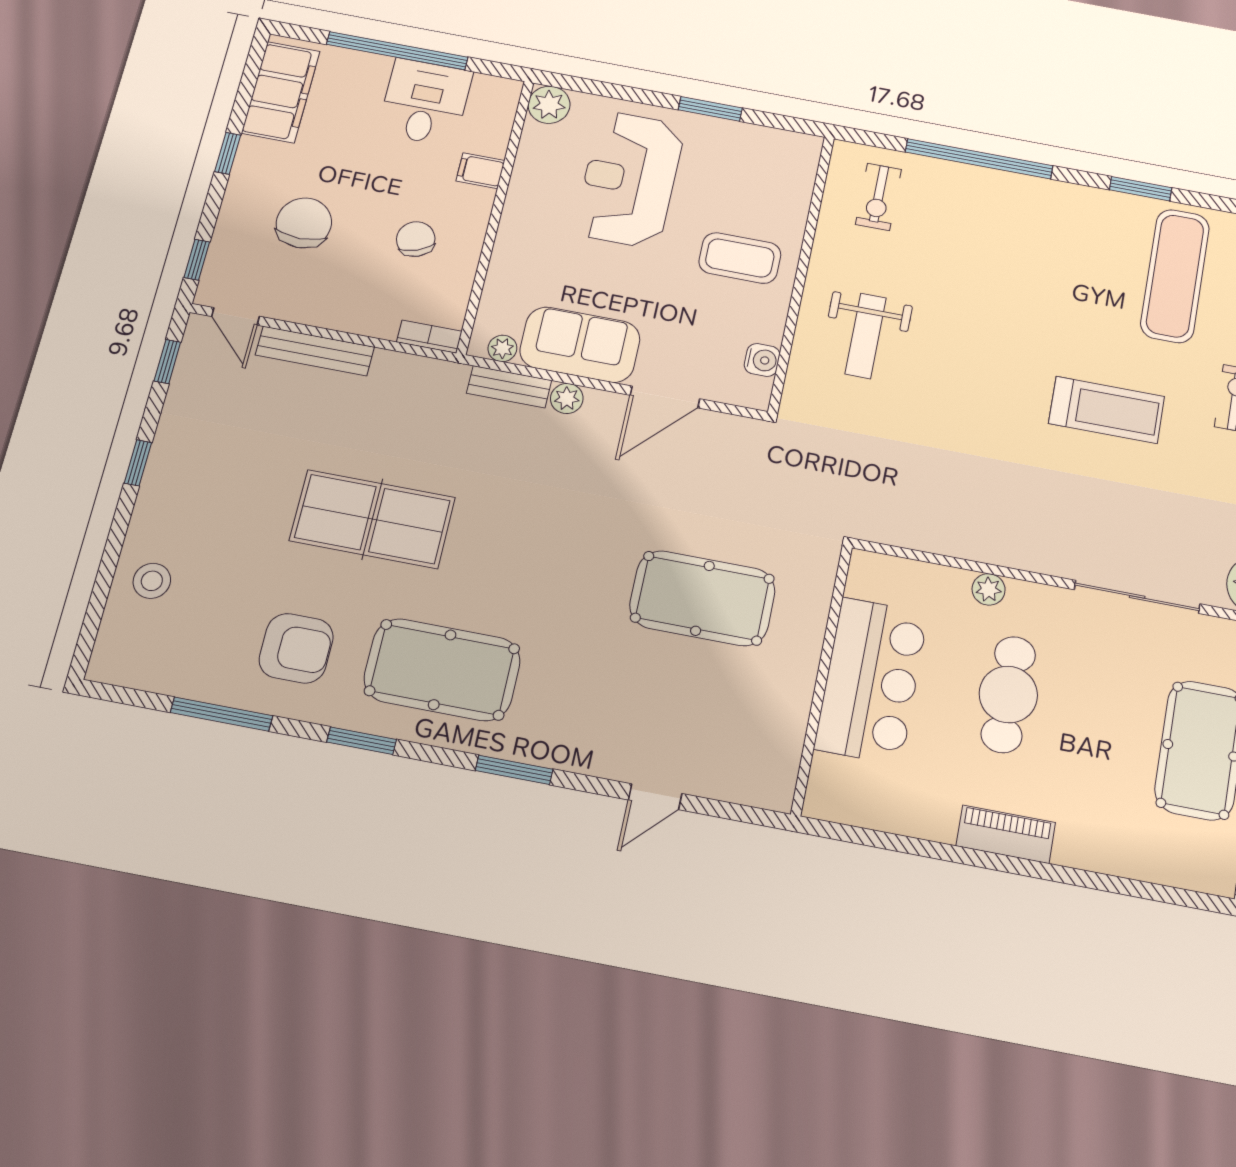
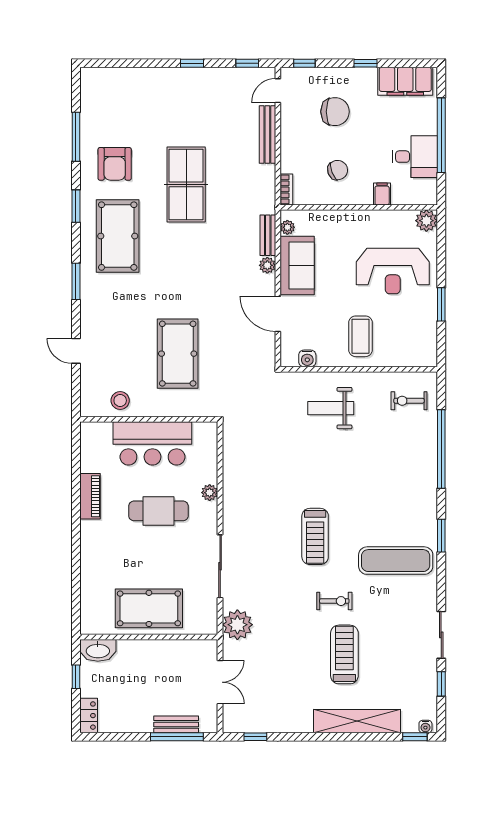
reception desk: (629, 179) -> (393, 271), turned 180
stool: (152, 581) -> (120, 401), moved
piano: (1006, 834) -> (90, 496), moved

